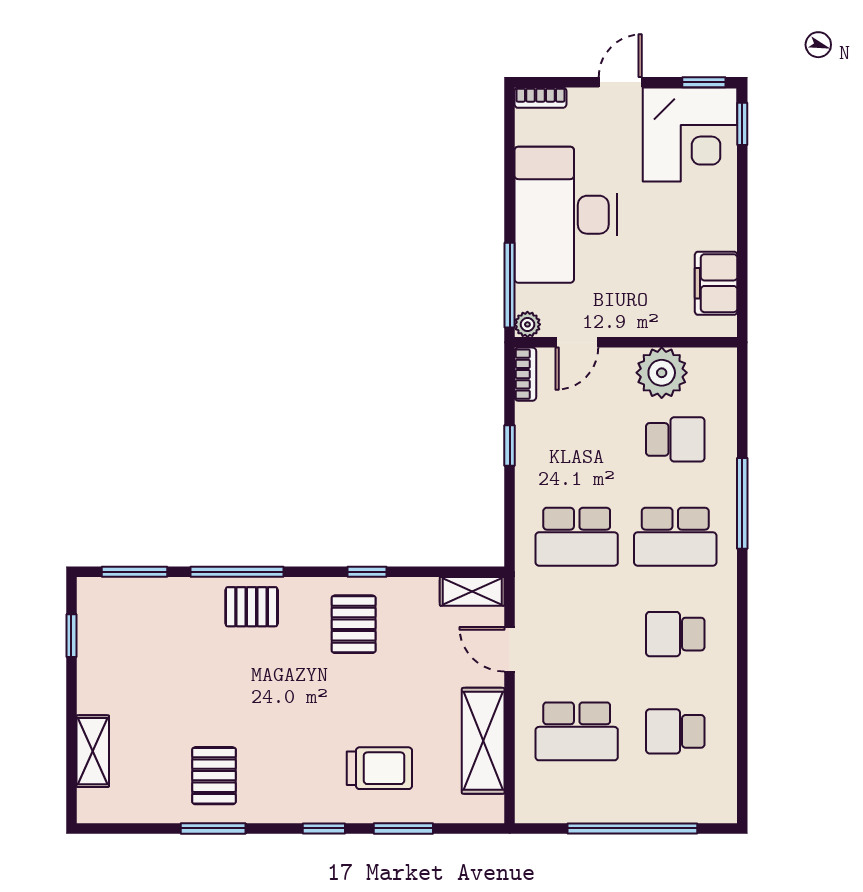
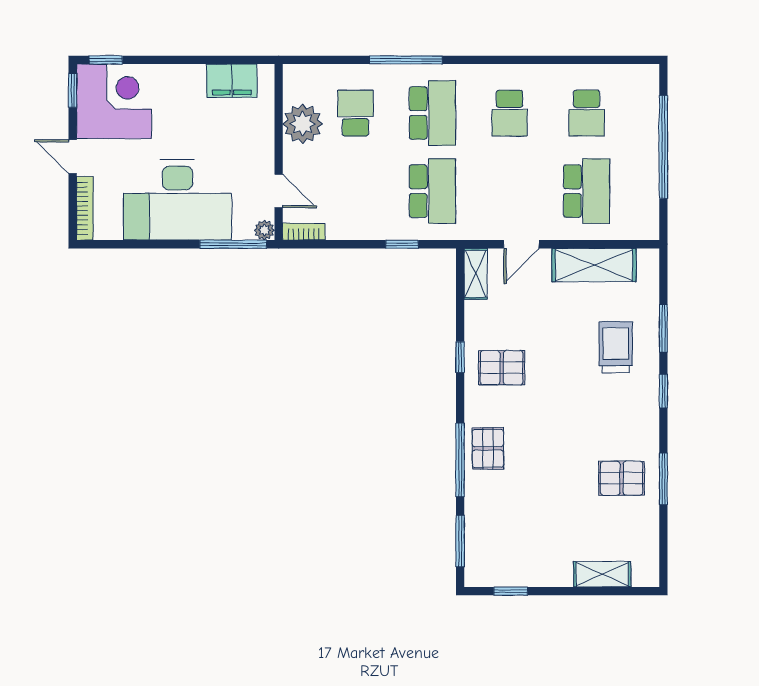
bookcase: (540, 98) -> (85, 208), width x1.56
window: (510, 445) -> (402, 244), moved

